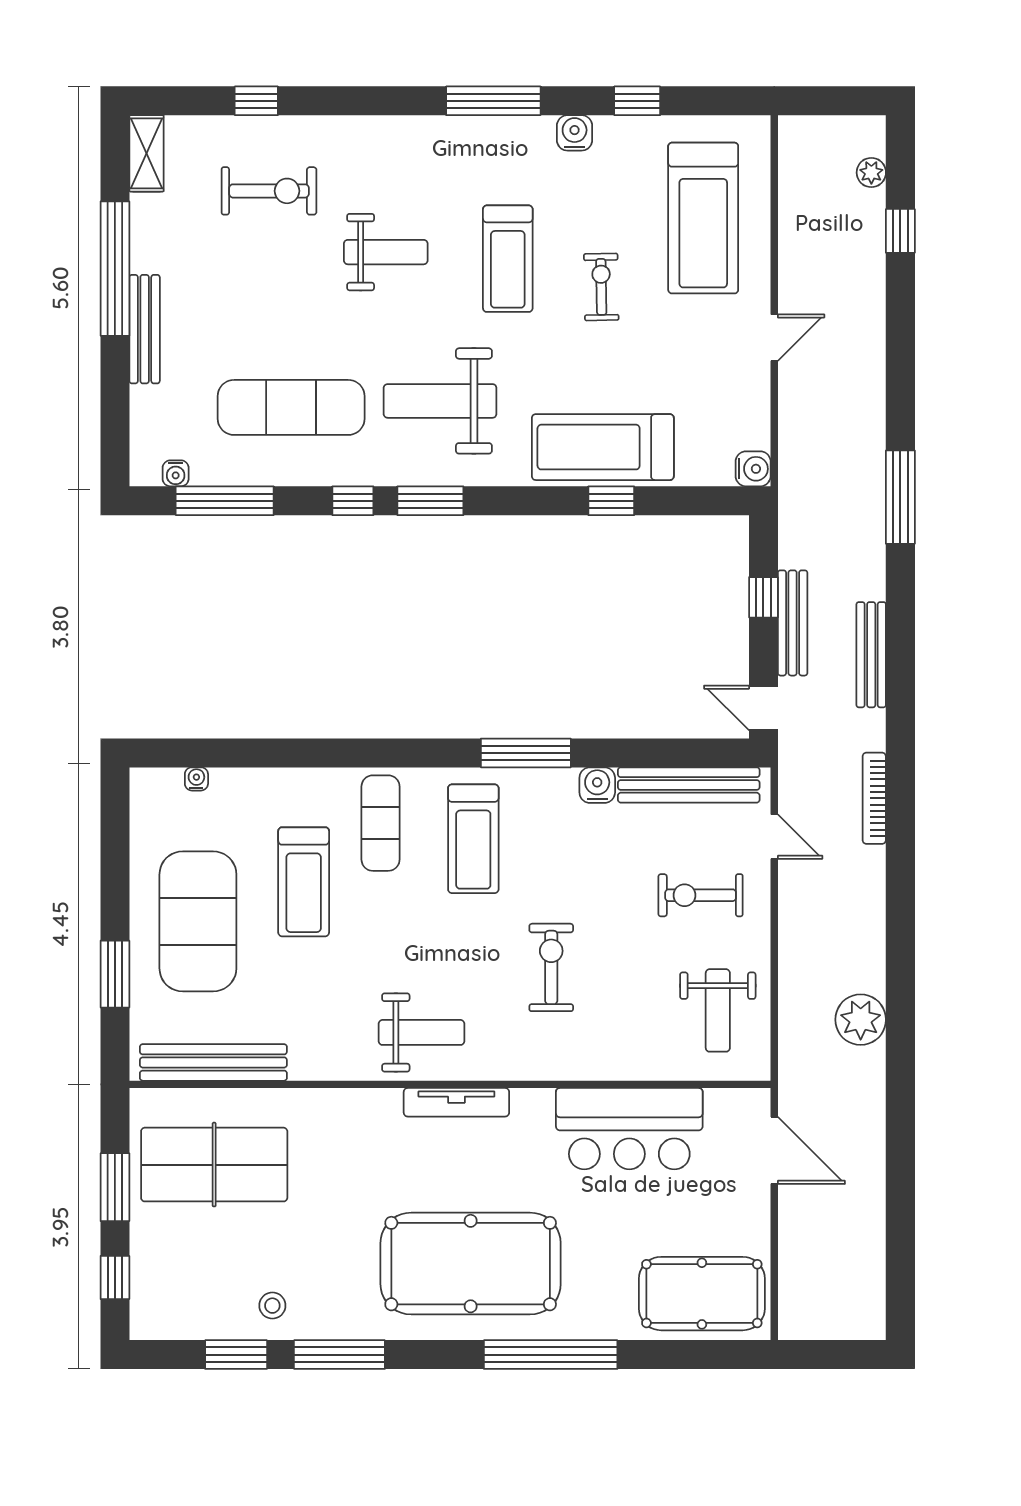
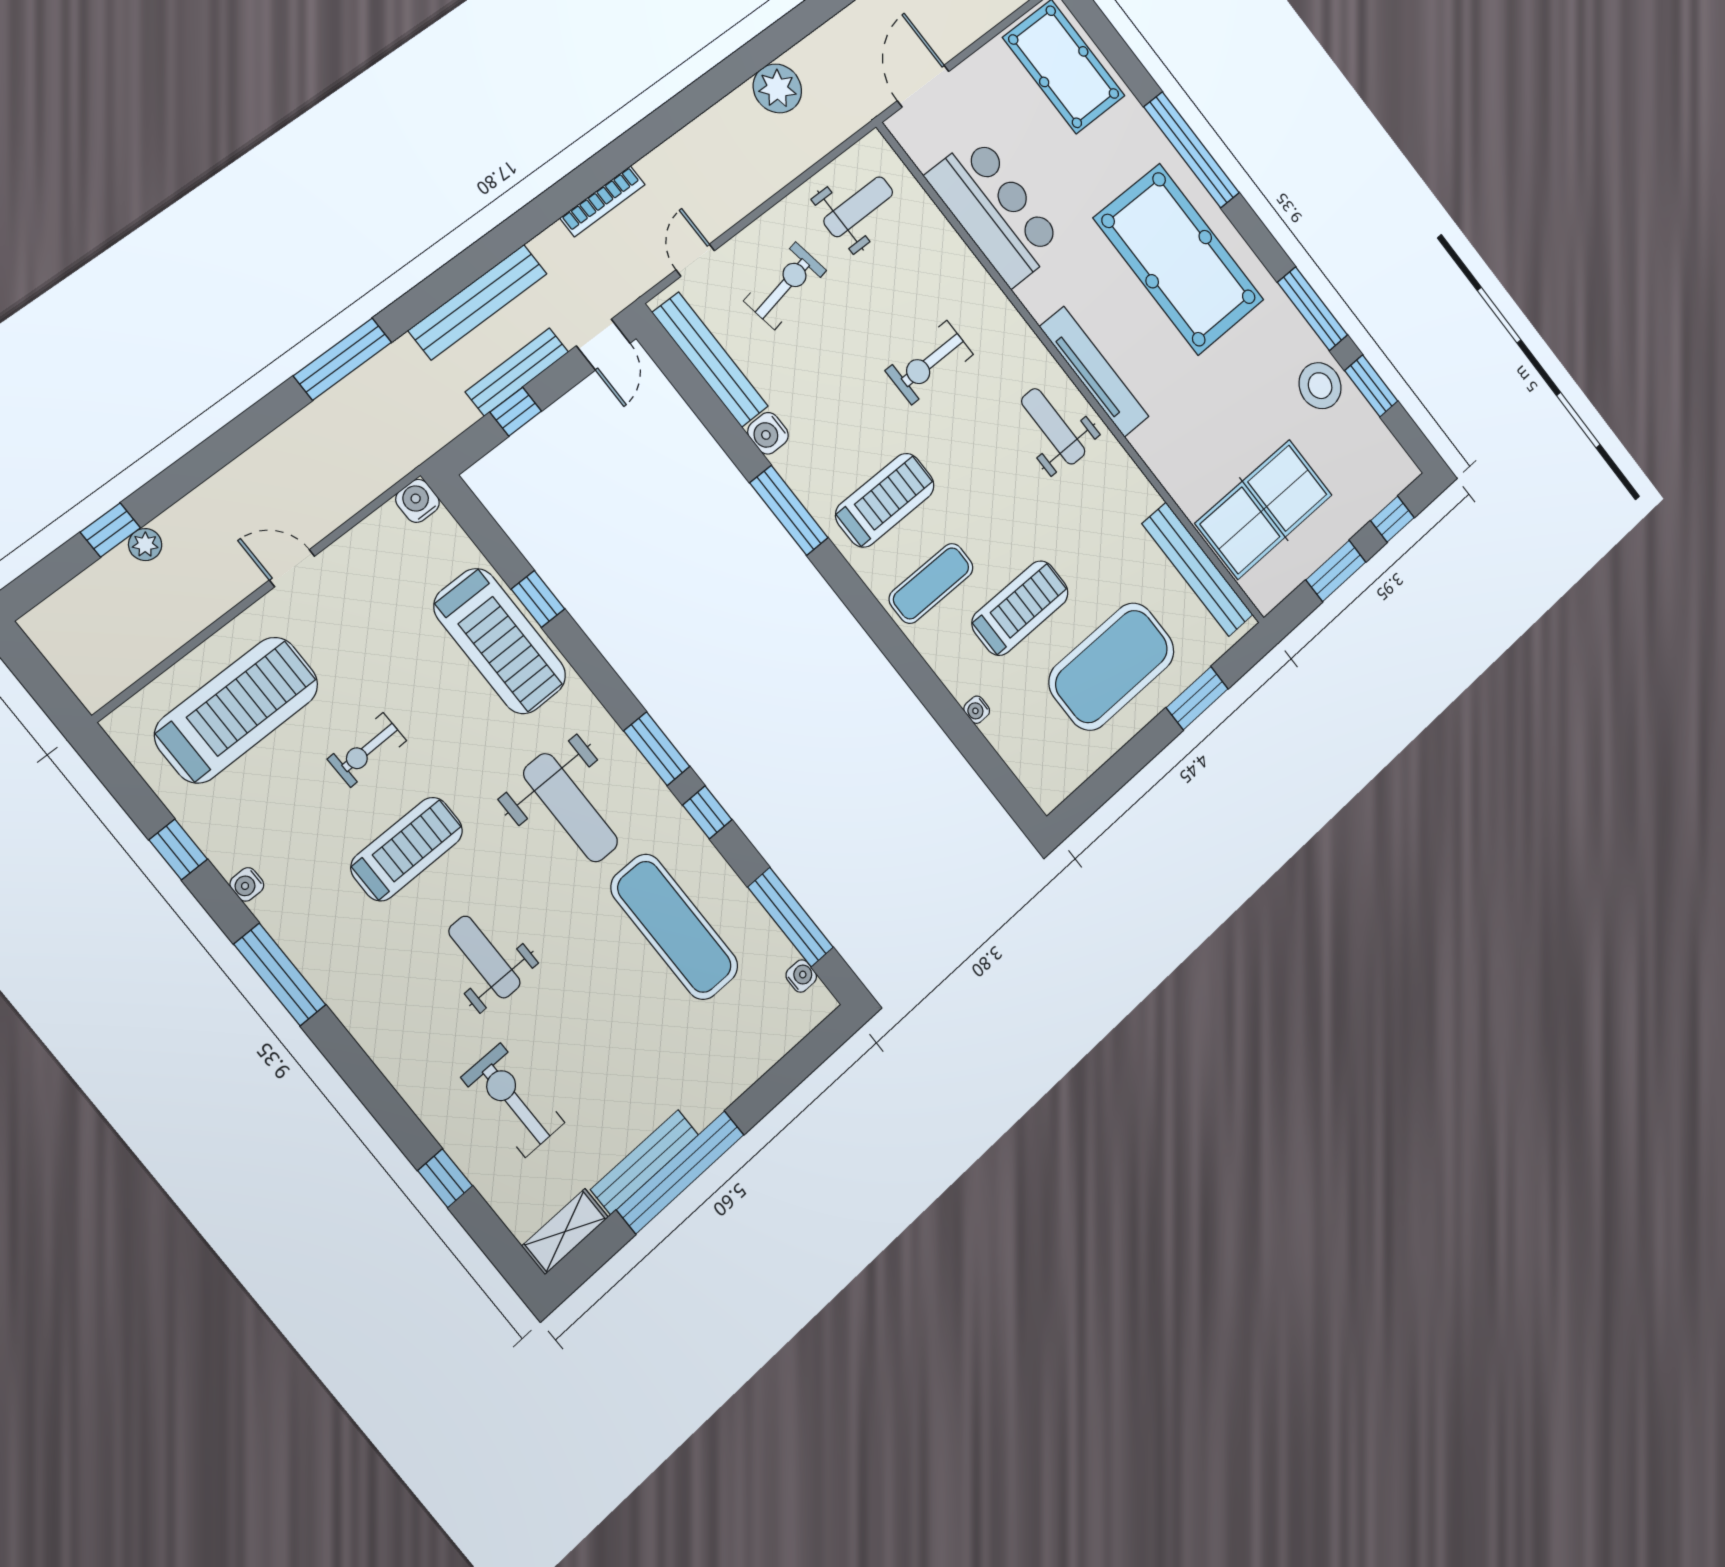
water cooler: (575, 133) -> (247, 884), width x0.72, depth x0.72
plant: (871, 173) -> (145, 545), moved
bench: (145, 329) -> (645, 1162), moved
bench: (871, 655) -> (478, 302), width x1.37, depth x1.21
water cooler: (196, 779) -> (977, 710), moved
exercise bike: (701, 895) -> (785, 286), turned -100
tv unit: (456, 1102) -> (1094, 372), width x1.36, depth x1.29
table tennis table: (214, 1165) -> (1264, 509), turned 90
stool: (272, 1306) -> (1320, 386), width x1.89, depth x1.89

